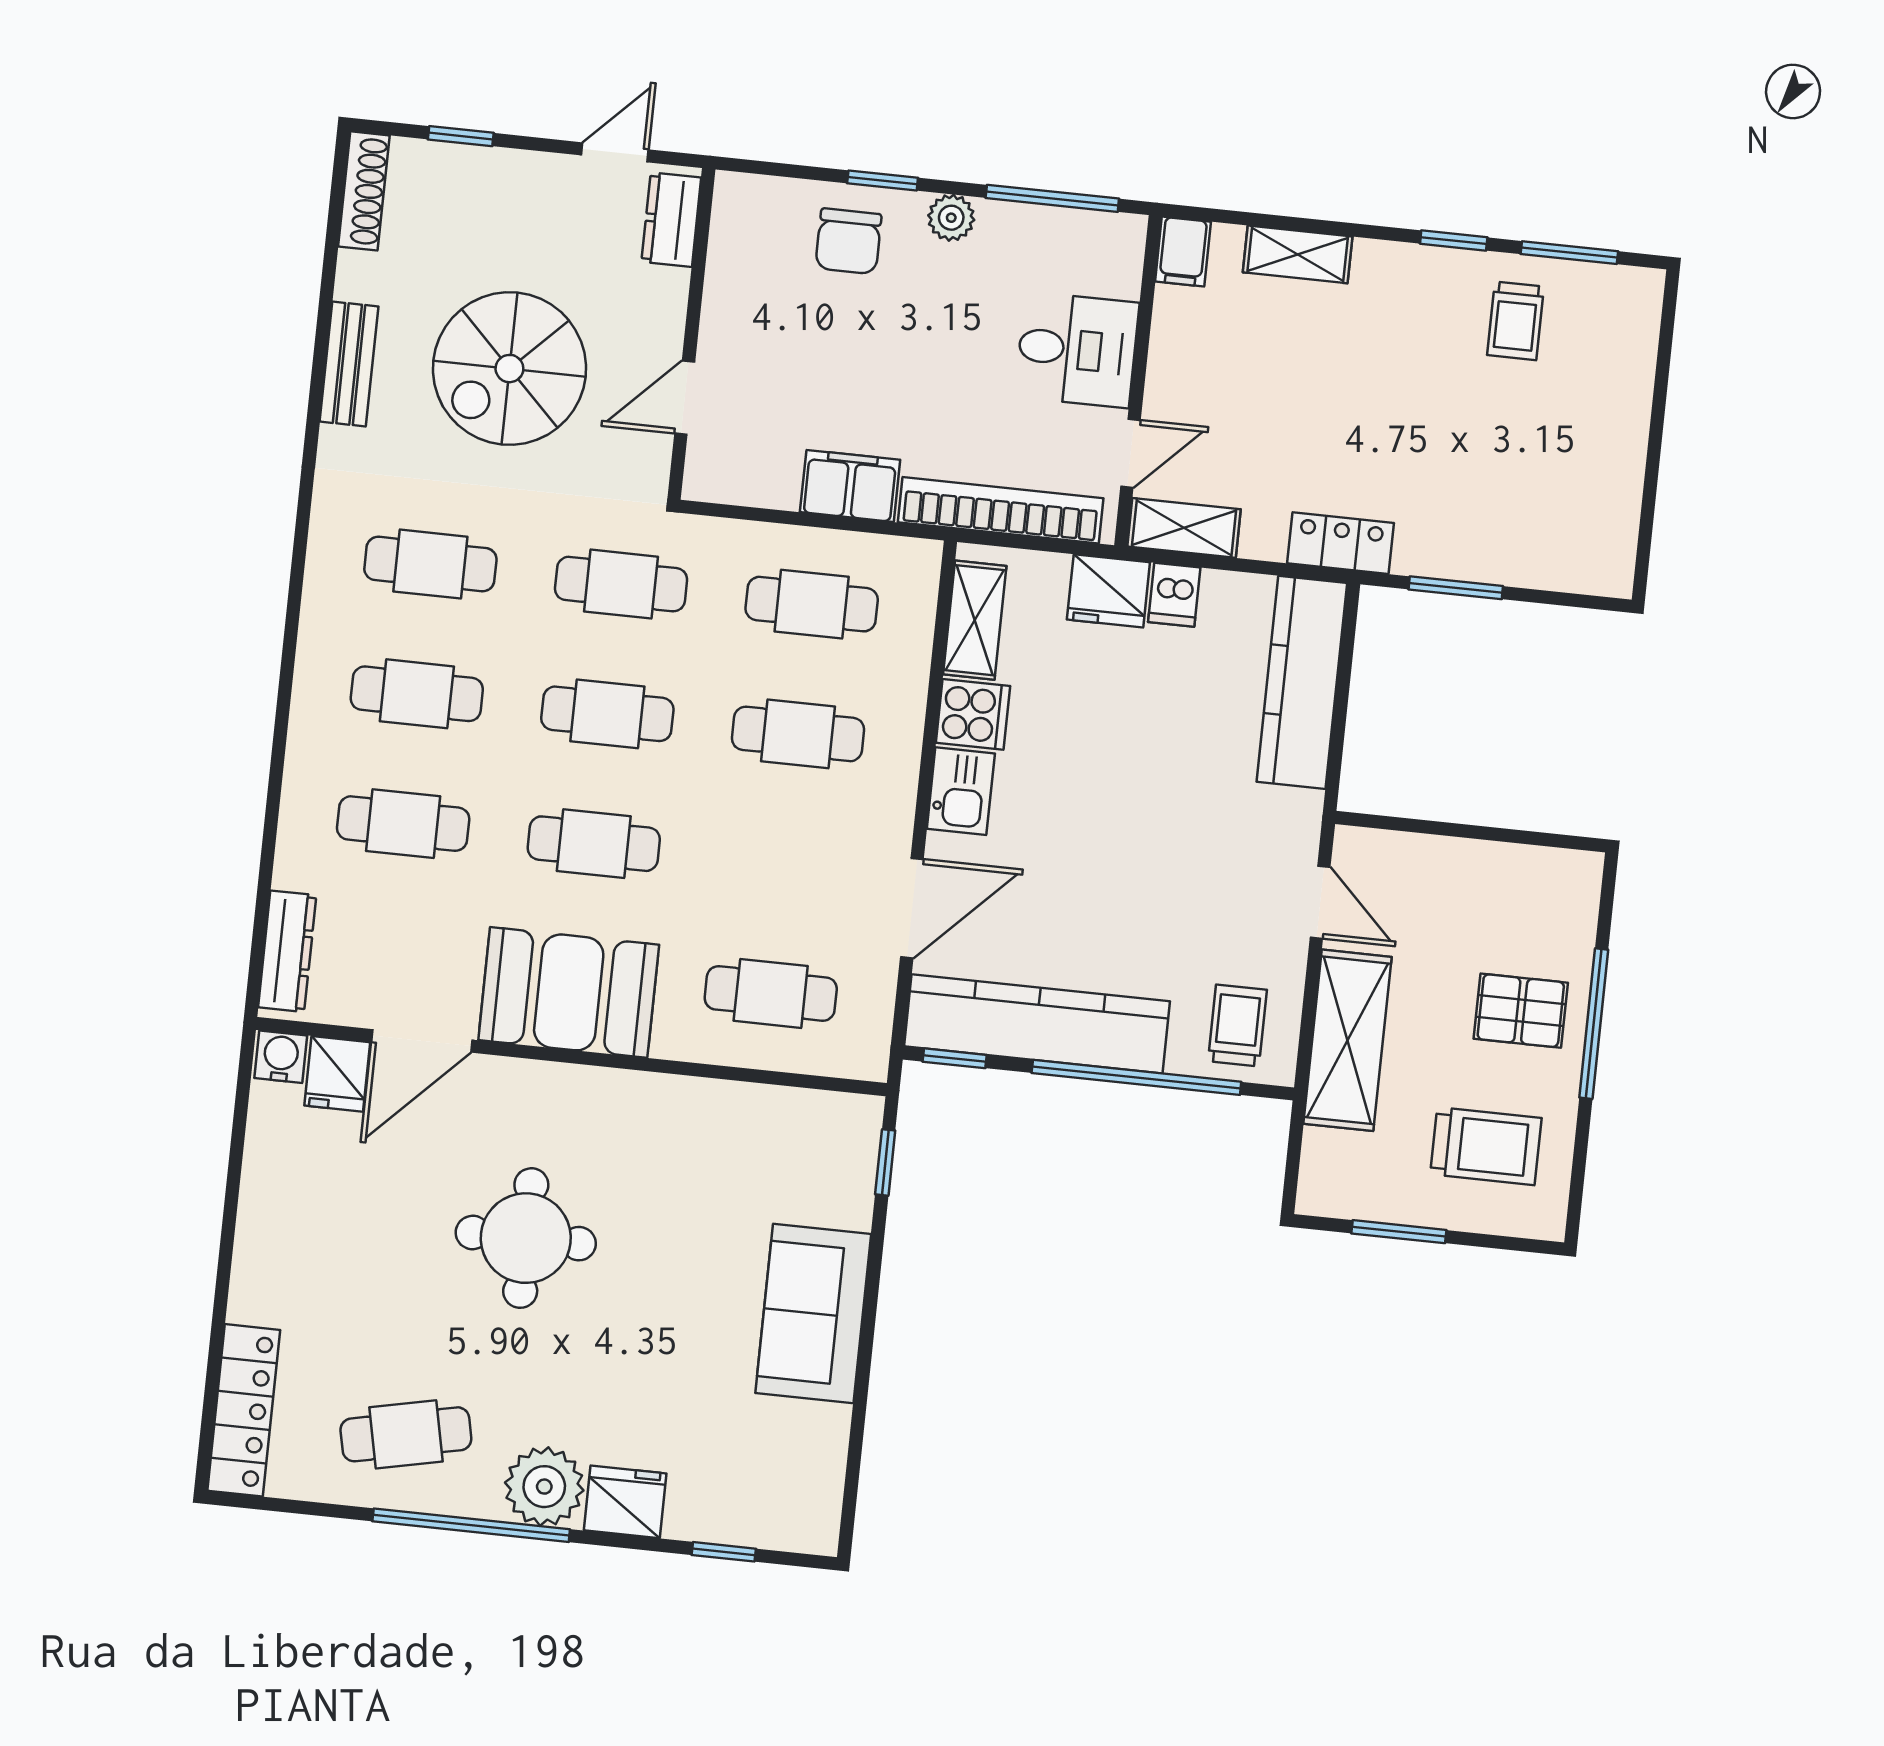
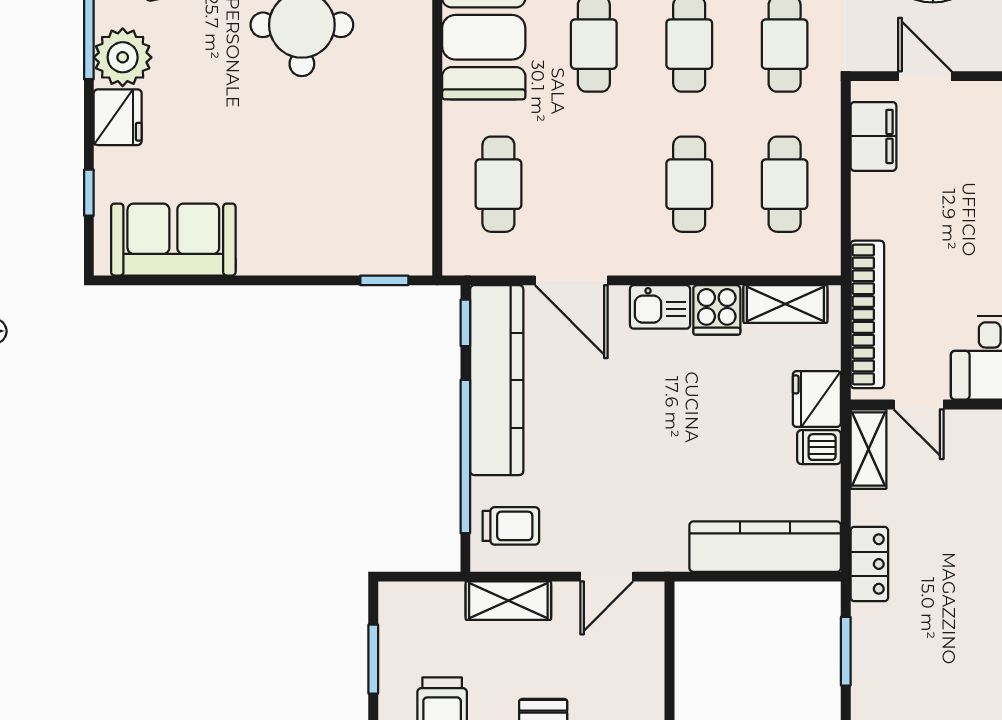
filing cabinet: (850, 486) -> (873, 136), moved
shelving: (1347, 1040) -> (508, 601), width x0.67, depth x0.75
sofa: (813, 1314) -> (173, 240), moved

